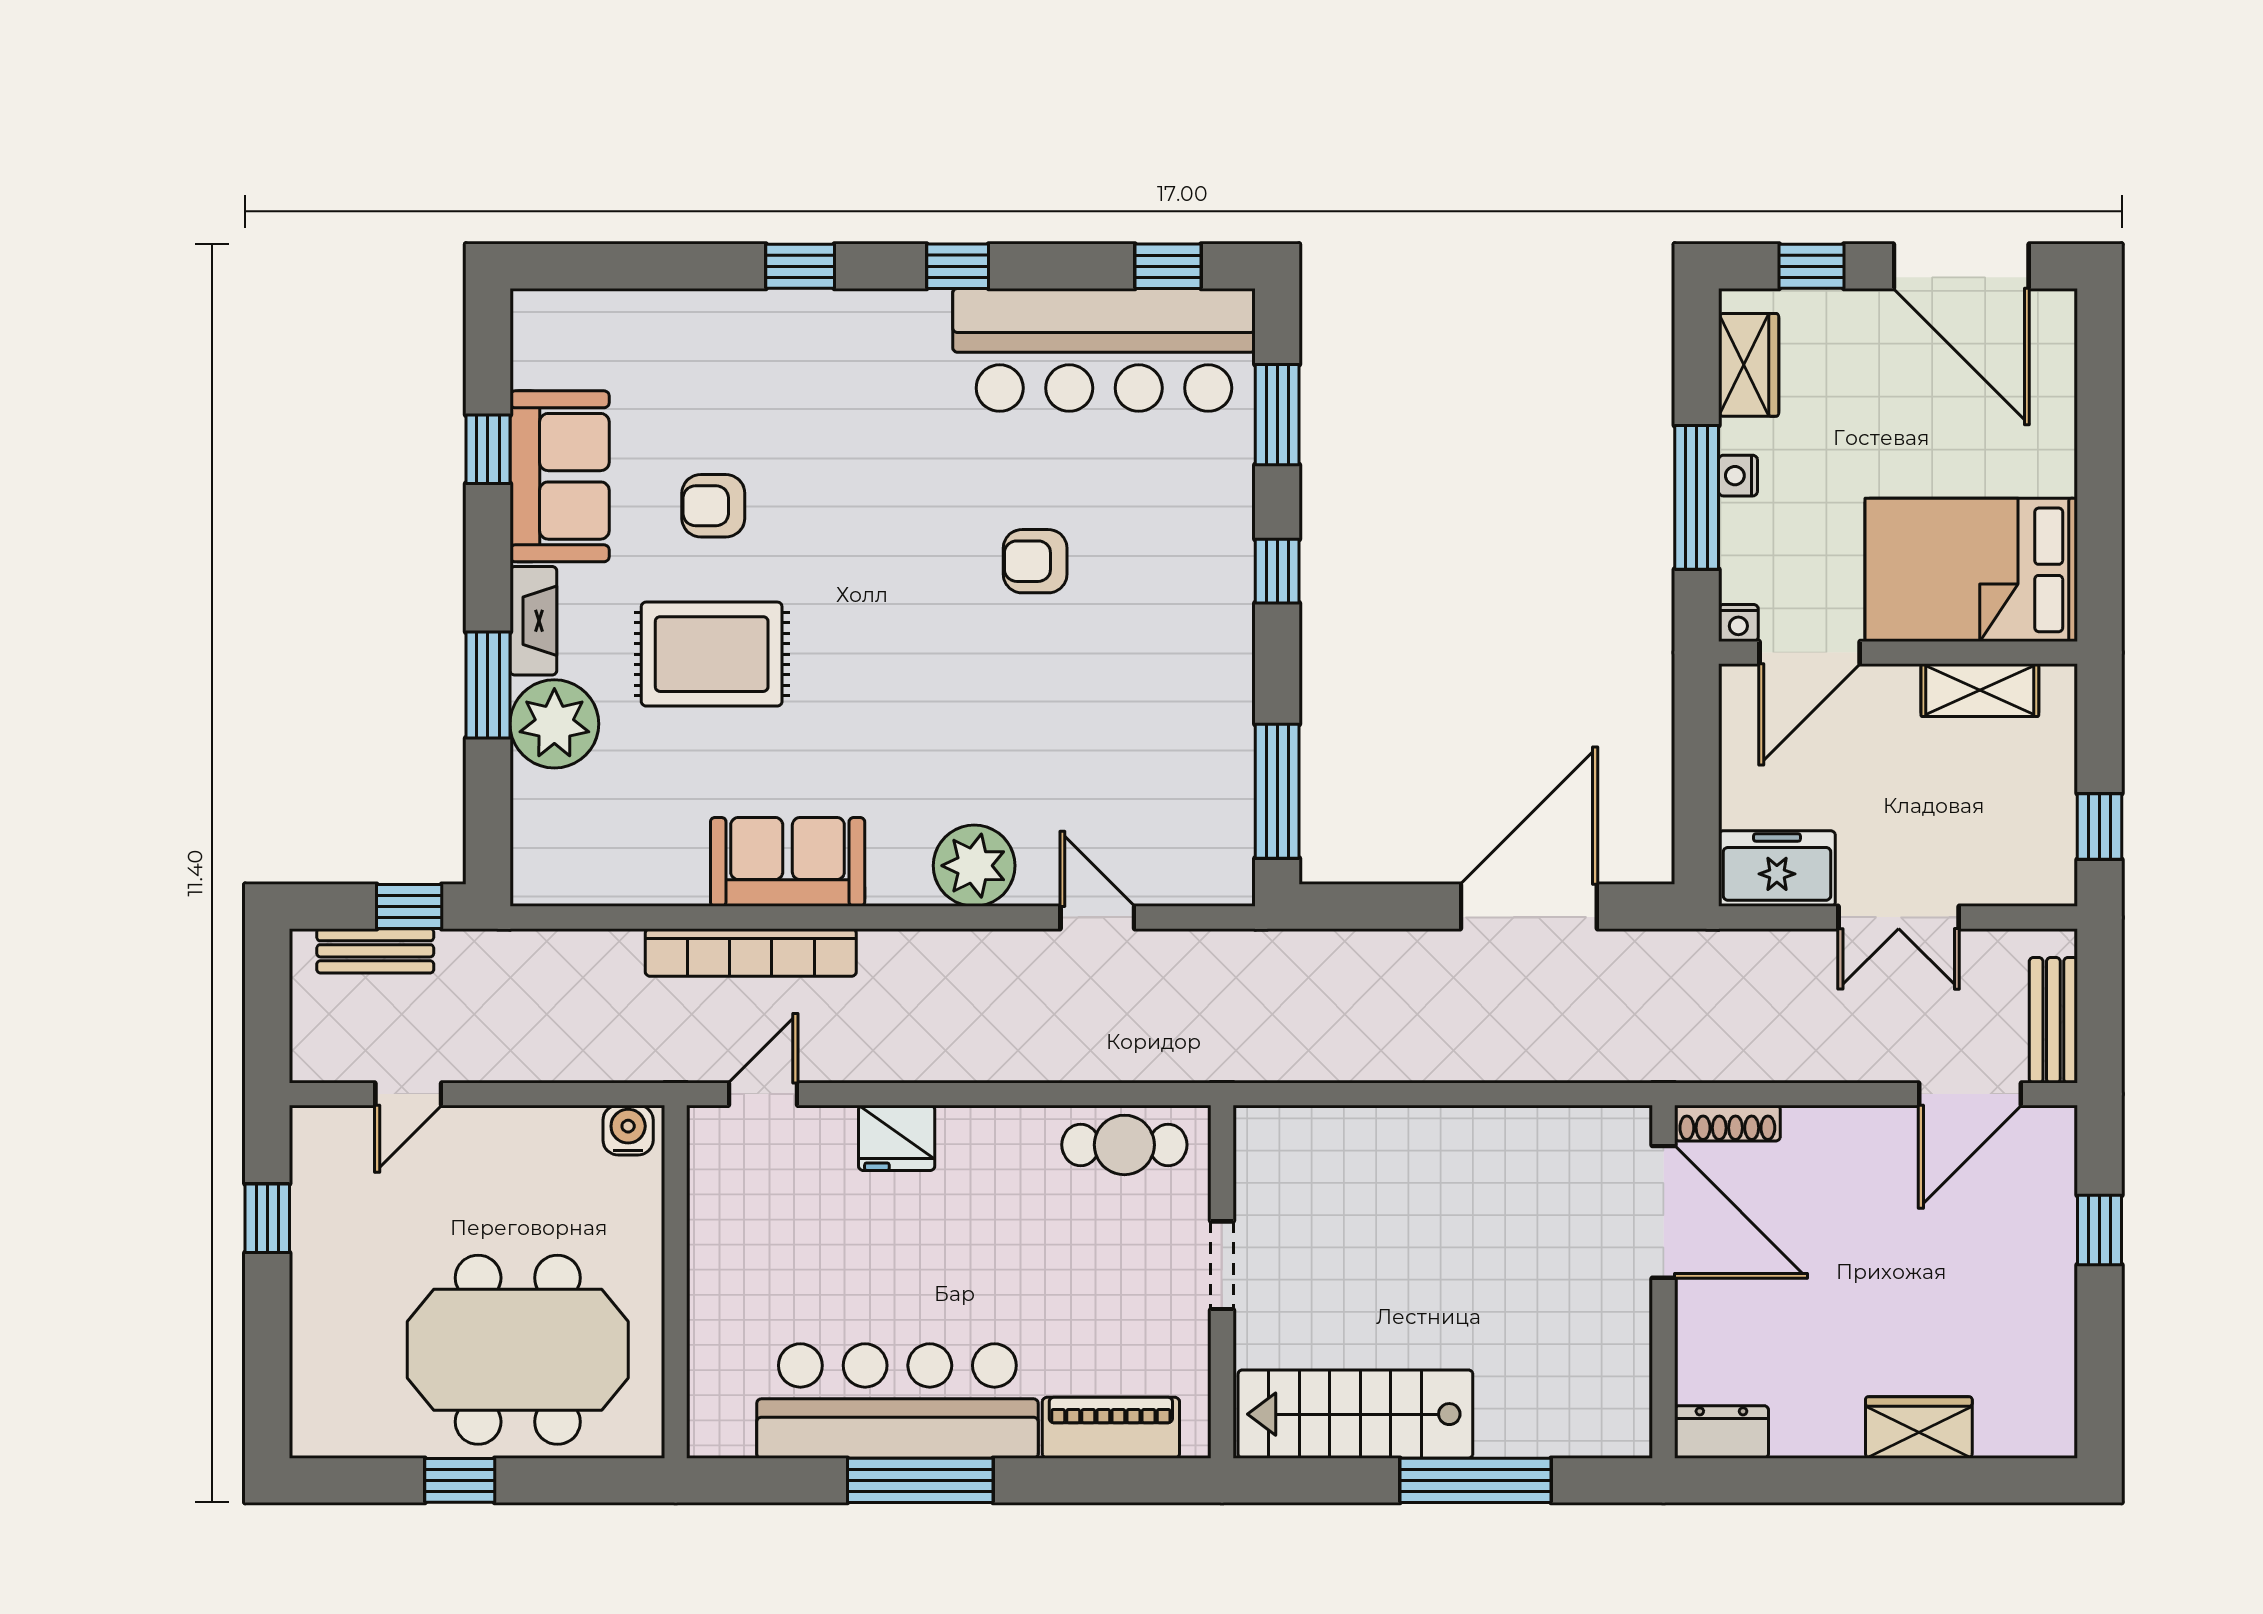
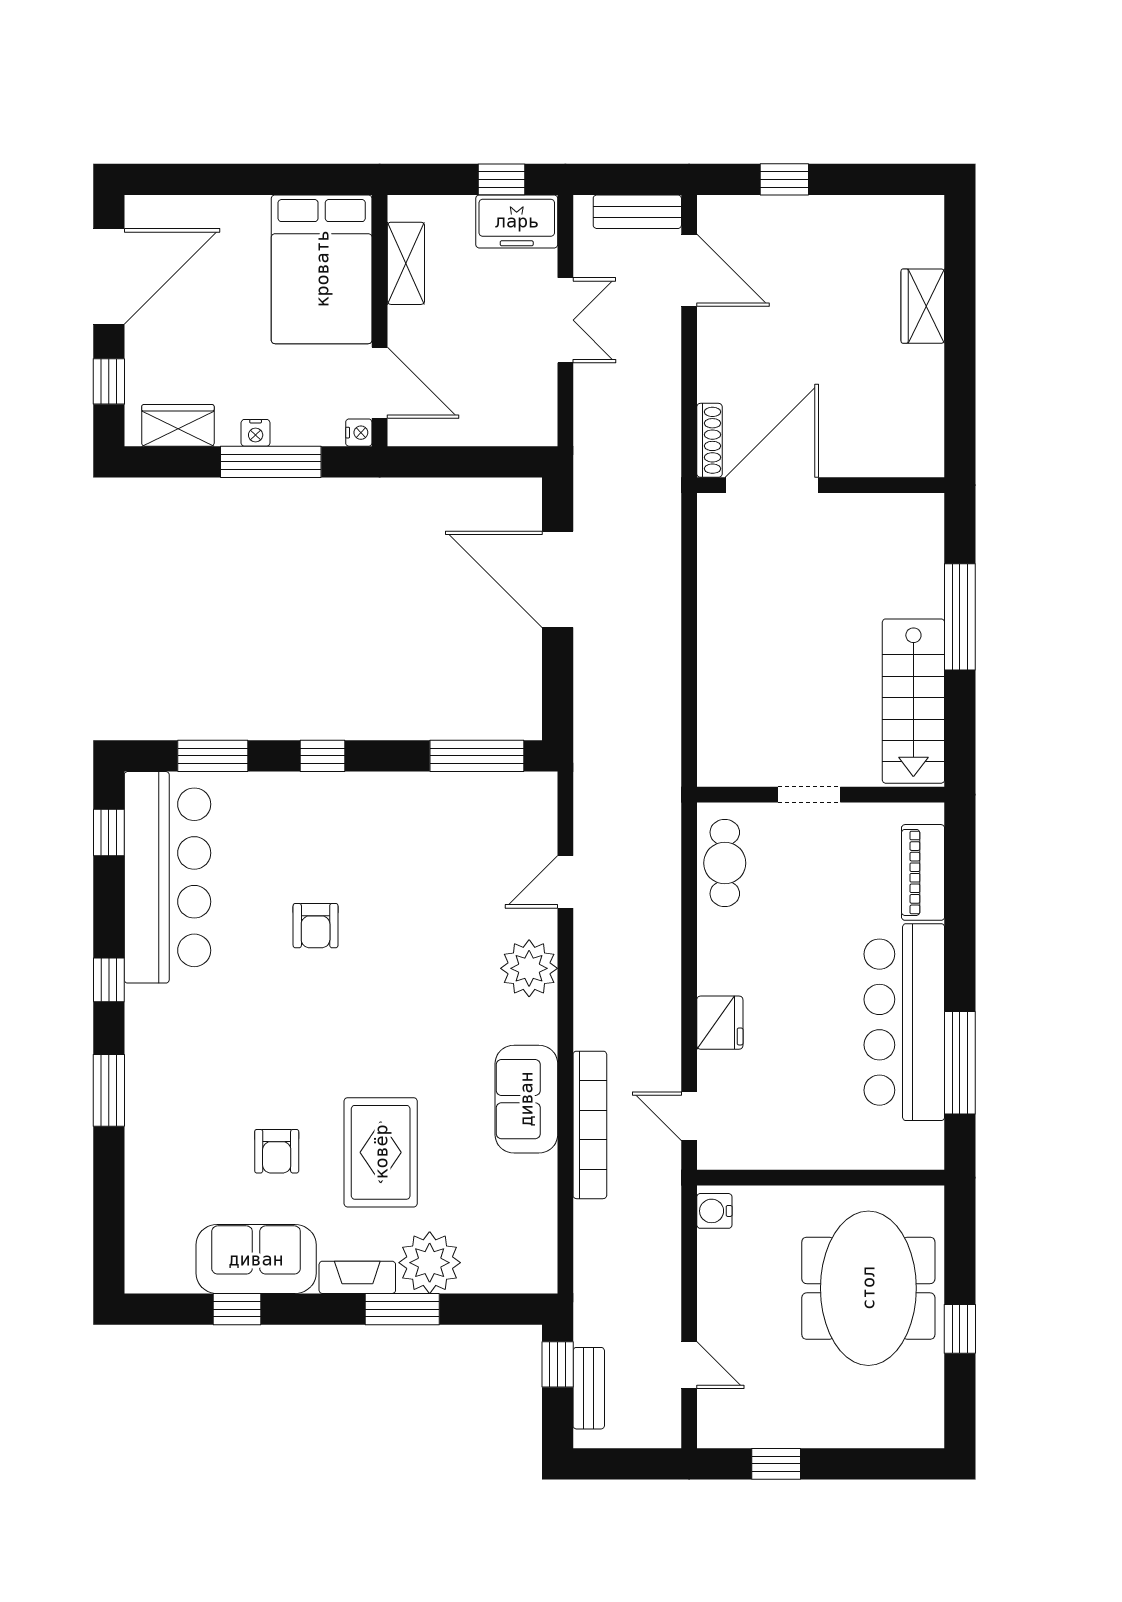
window: (800, 266) -> (109, 1090), width x1.50
freezer: (1777, 869) -> (517, 221), moved, turned -90
dresser: (1721, 1432) -> (926, 444), removed
window: (920, 1480) -> (960, 1063), moved

